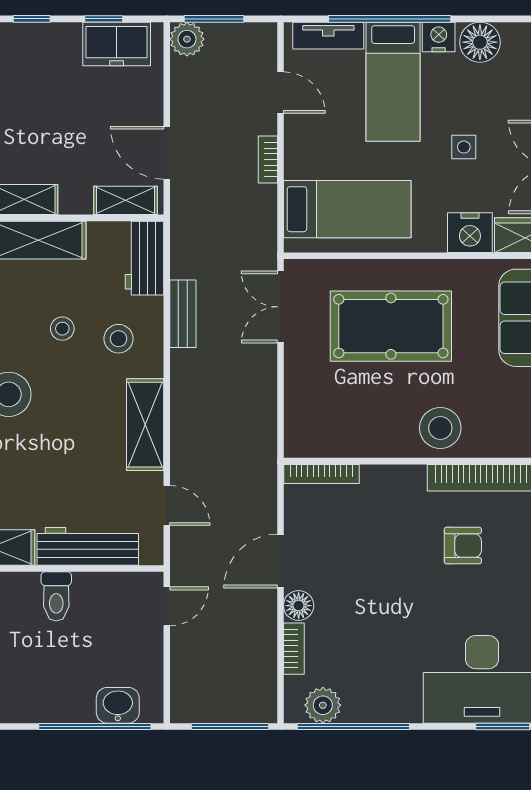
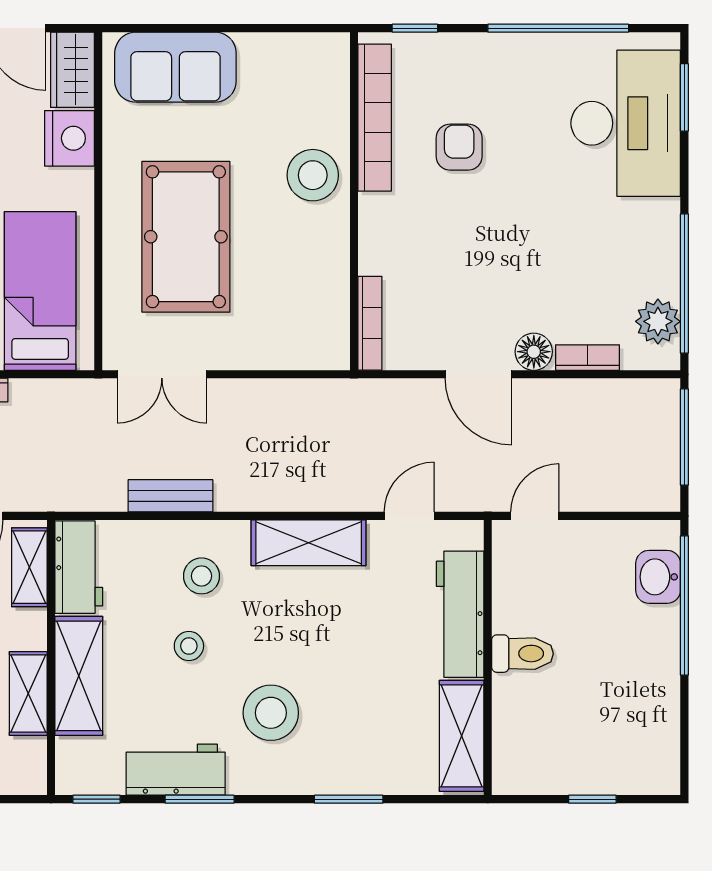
workbench: (144, 258) -> (79, 567), moved, turned -90
door: (167, 606) -> (535, 516), hinge flipped

